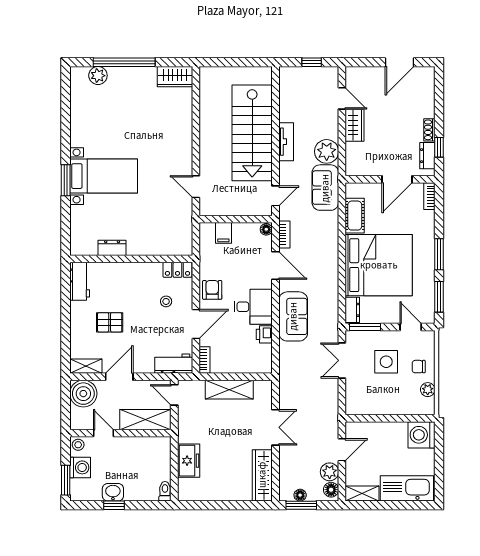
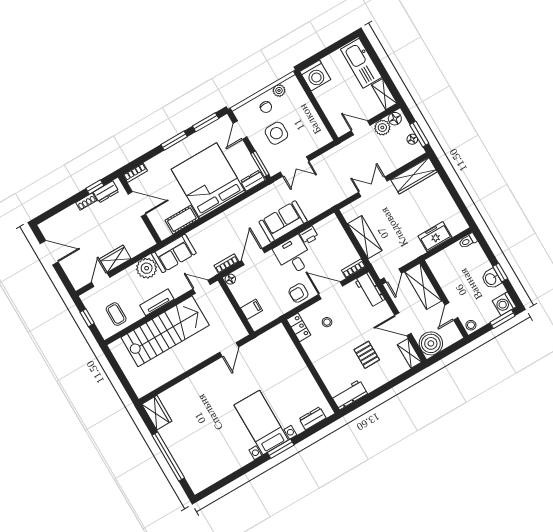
plant: (98, 76) -> (189, 470), removed
coffee table: (298, 94) -> (116, 314), added
dresser: (112, 248) -> (313, 418), moved, turned 90
washing machine: (80, 467) -> (504, 304), moved, turned -90

